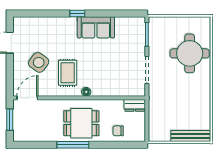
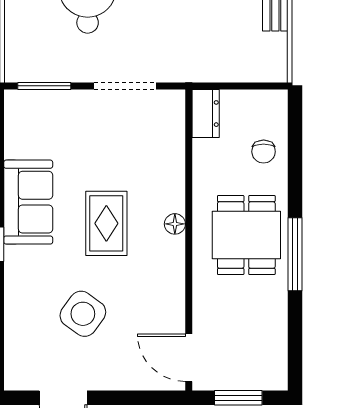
side table: (39, 62) -> (83, 314), moved
rug: (68, 73) -> (106, 223), moved, turned 90

